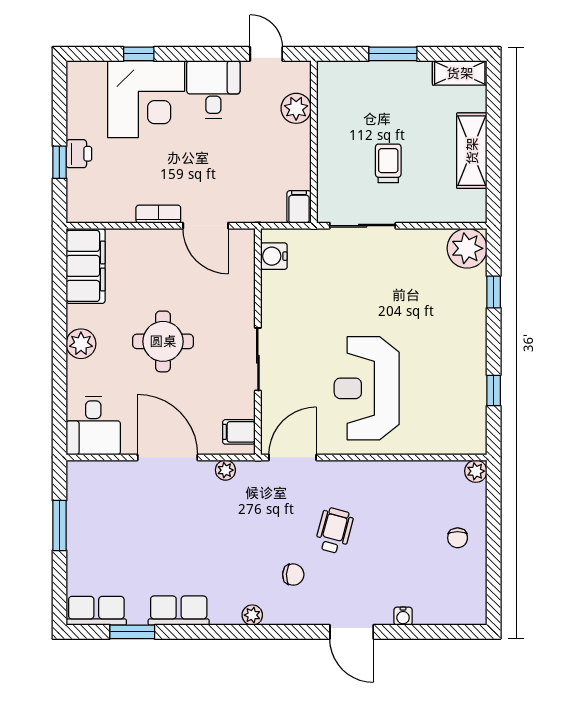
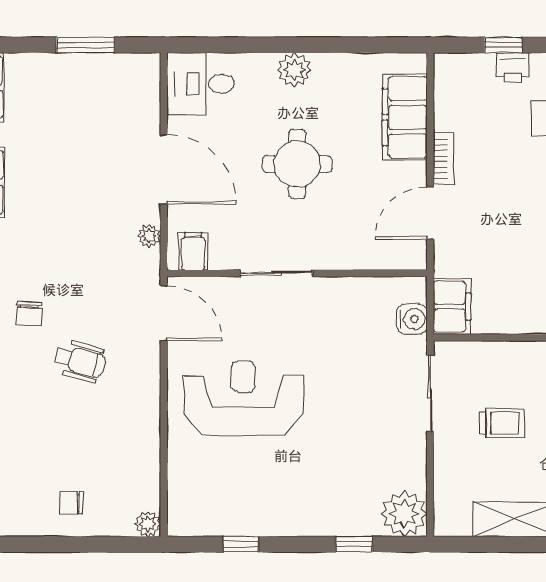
filing cabinet: (299, 207) -> (452, 307), width x2.00
water cooler: (274, 256) -> (412, 319), moved, turned 90
filing cabinet: (86, 266) -> (405, 117), moved, turned 90
door: (168, 457) -> (164, 169), hinge flipped

